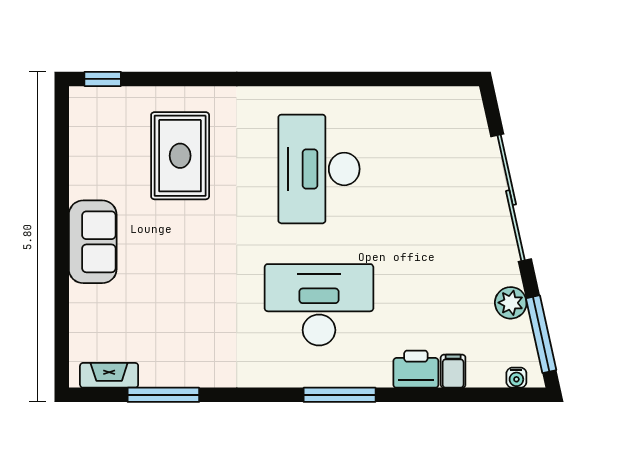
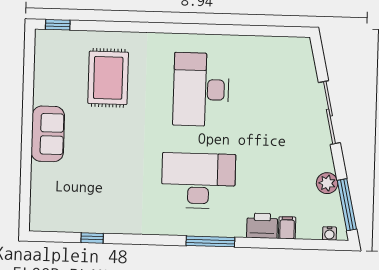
sliding door: (511, 198) -> (329, 113), width x0.73
fireplace: (109, 375) -> (56, 224), removed
window: (163, 395) -> (92, 238), width x0.46

